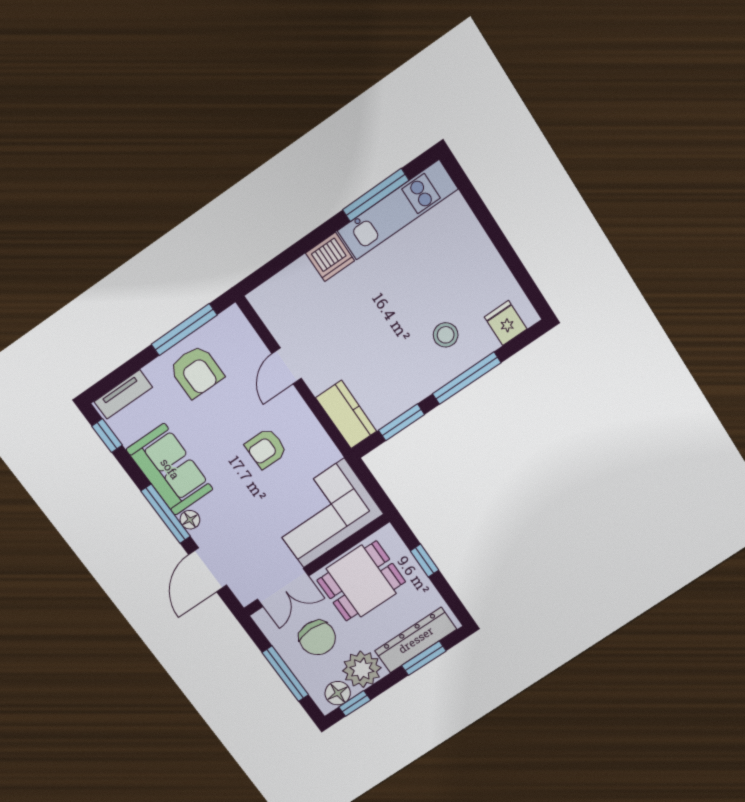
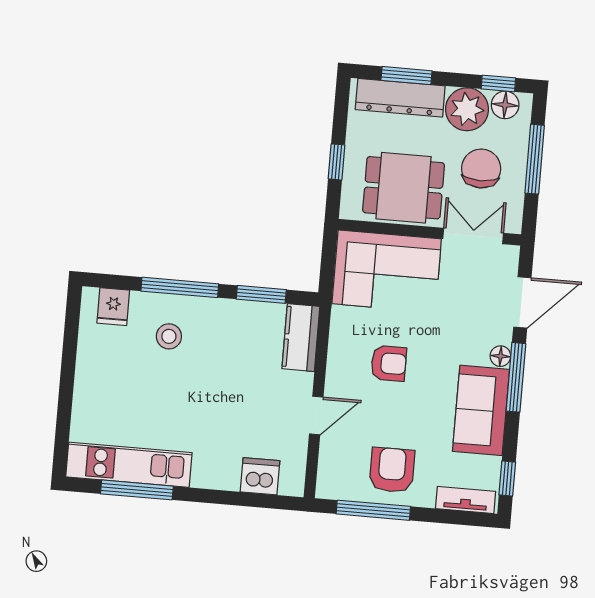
dishwasher: (330, 257) -> (260, 476), moved

